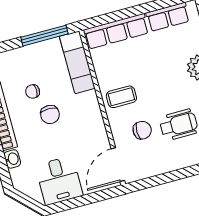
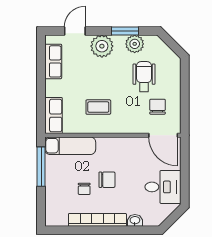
row of seats: (116, 31) -> (54, 116), width x0.68
coffee table: (121, 97) -> (98, 107), moved, turned 90
chair: (142, 130) -> (158, 107), moved

